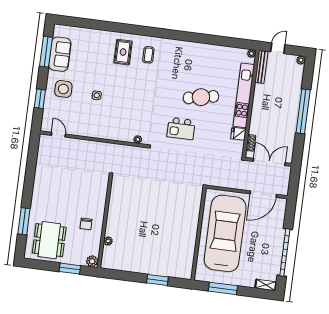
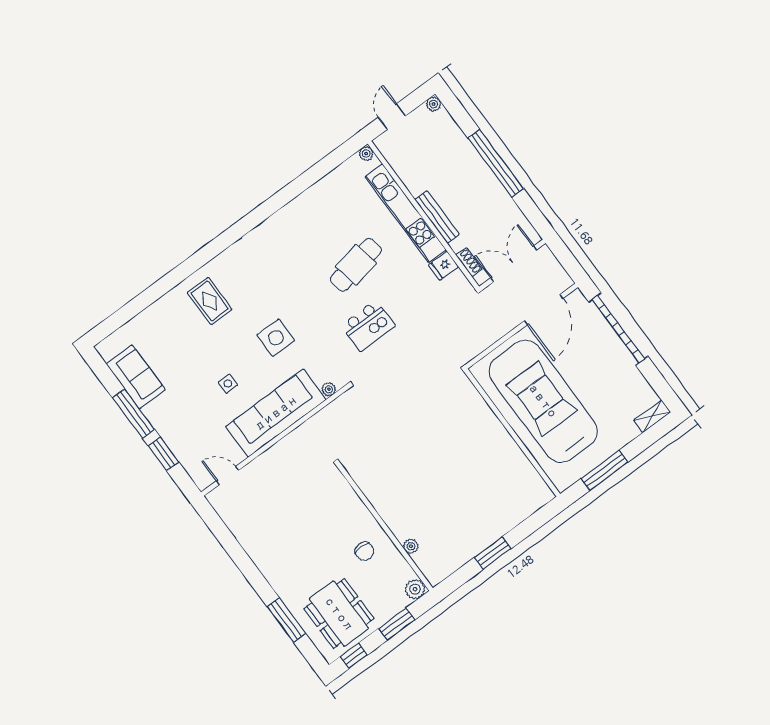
window: (46, 52) -> (134, 414), moved
coffee table: (148, 55) -> (243, 275), removed
bench: (261, 67) -> (437, 217), moved
side table: (63, 89) -> (276, 338), moved
sofa: (105, 128) -> (276, 413), added
garage door: (285, 252) -> (618, 329), moved
window: (38, 264) -> (354, 656), added
window: (157, 280) -> (493, 553), moved

